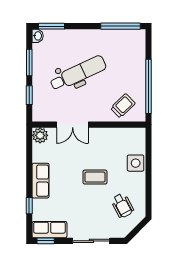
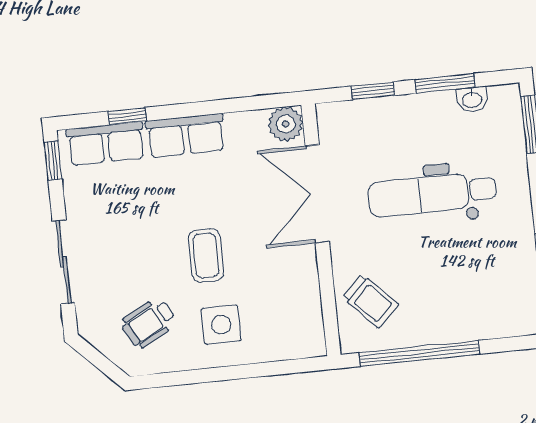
washbasin: (38, 36) -> (472, 99), moved
dental chair: (78, 73) -> (432, 194), turned 115
double door: (73, 125) -> (317, 194), width x1.37
side table: (136, 163) -> (221, 325), moved
row of seats: (49, 230) -> (106, 144), moved, turned 90

